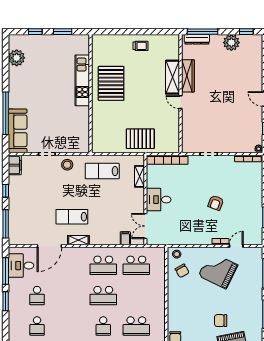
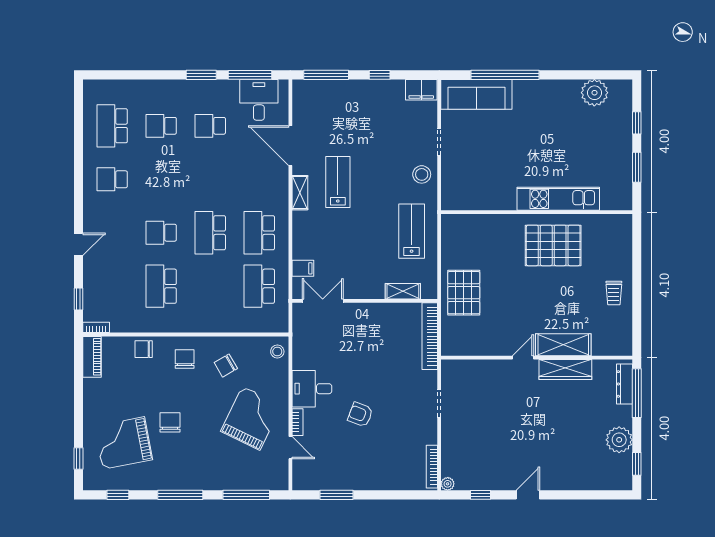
desk: (159, 200) -> (312, 389), moved, turned -90
chair: (182, 271) -> (226, 366), moved
chair: (181, 311) -> (185, 359), added

